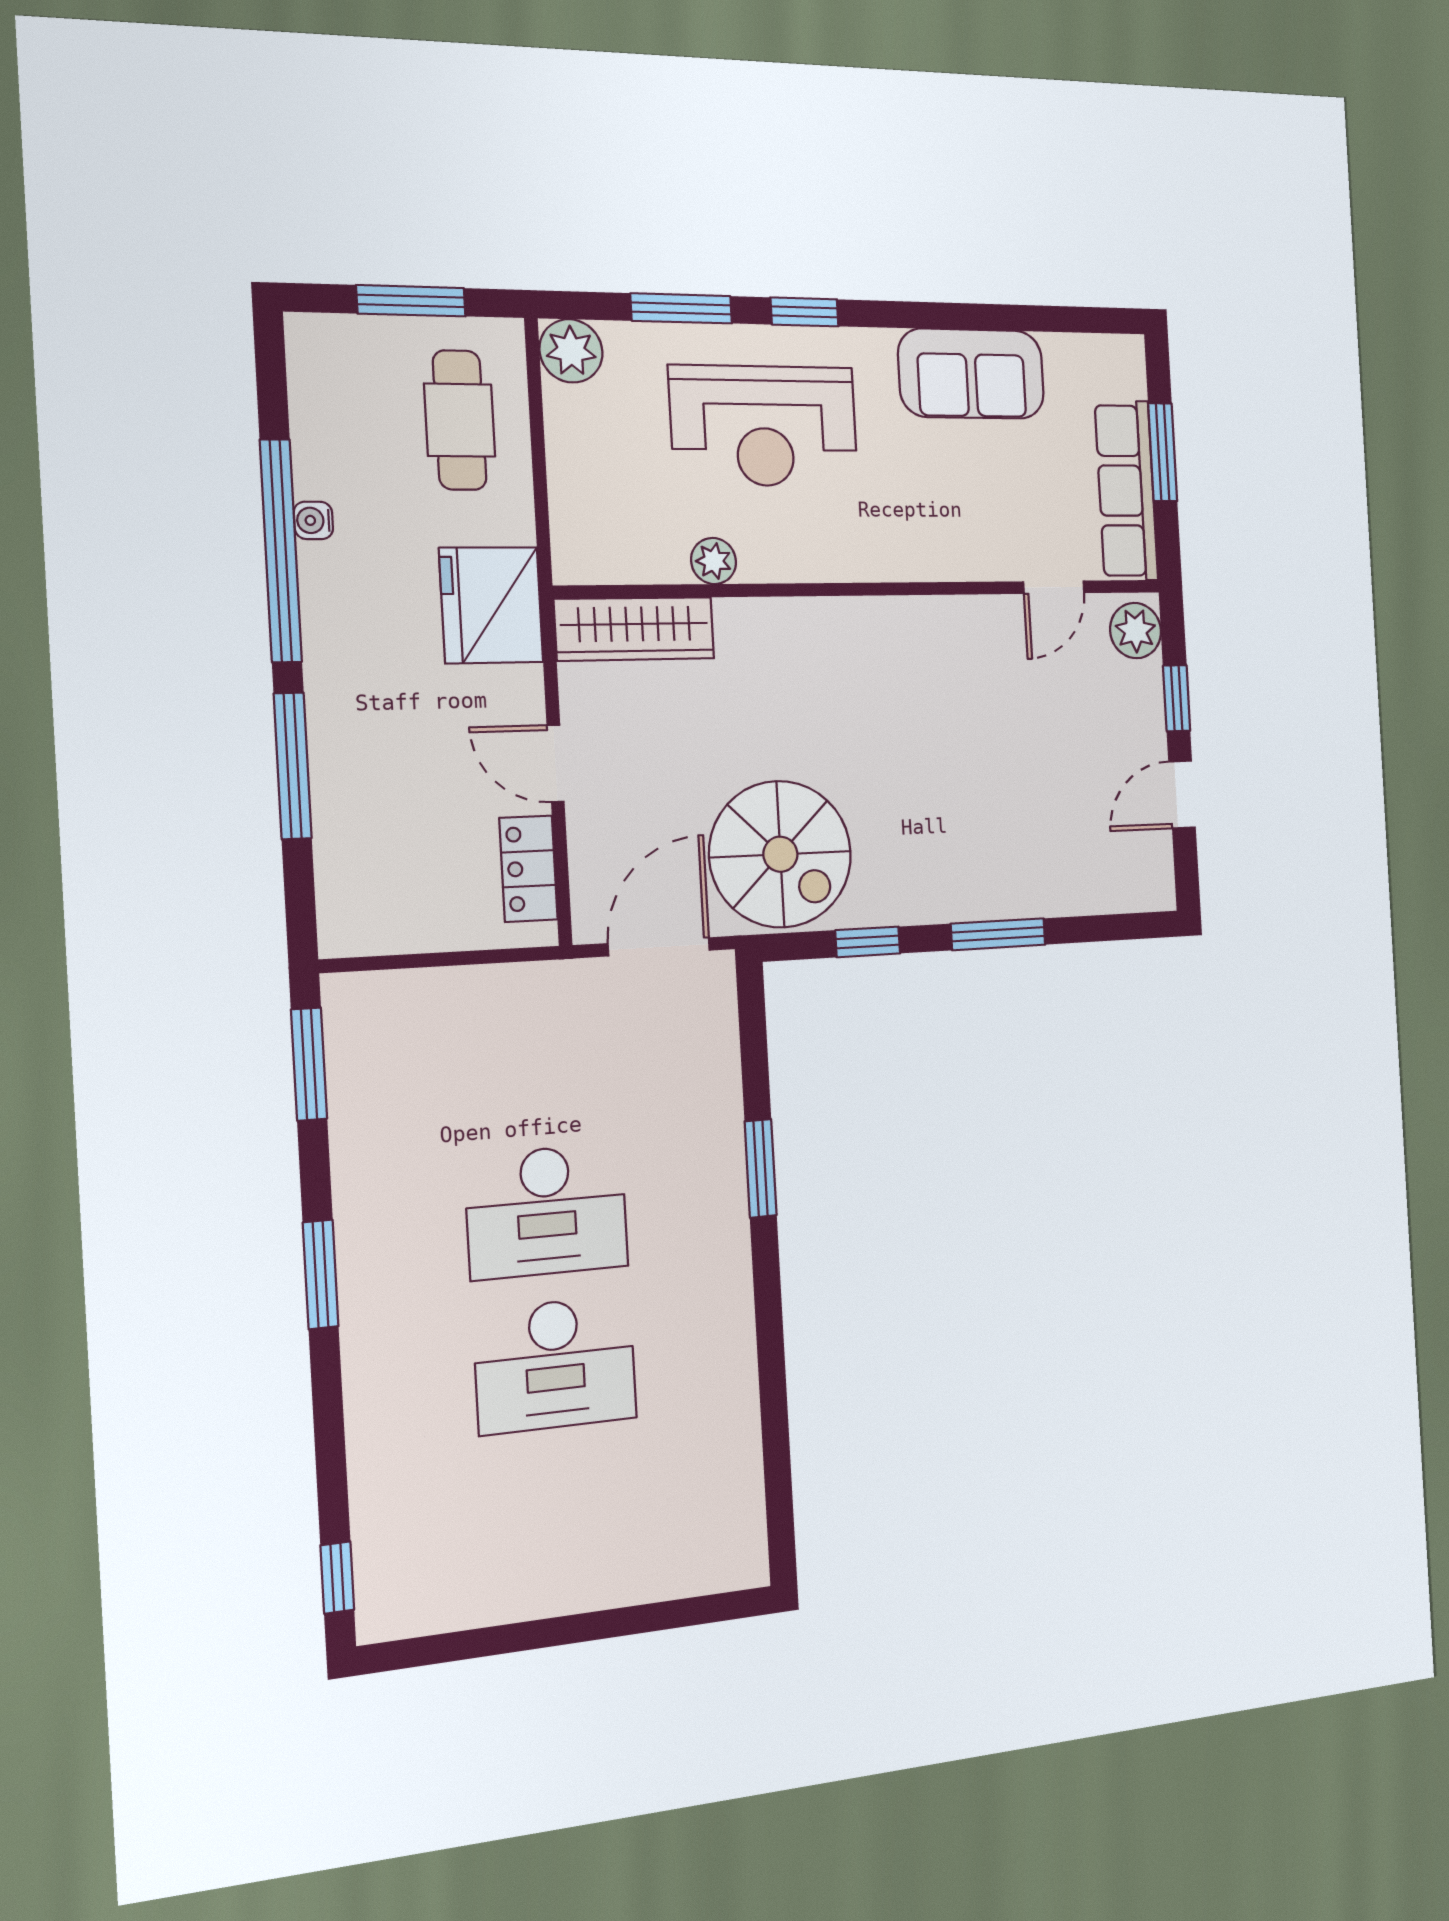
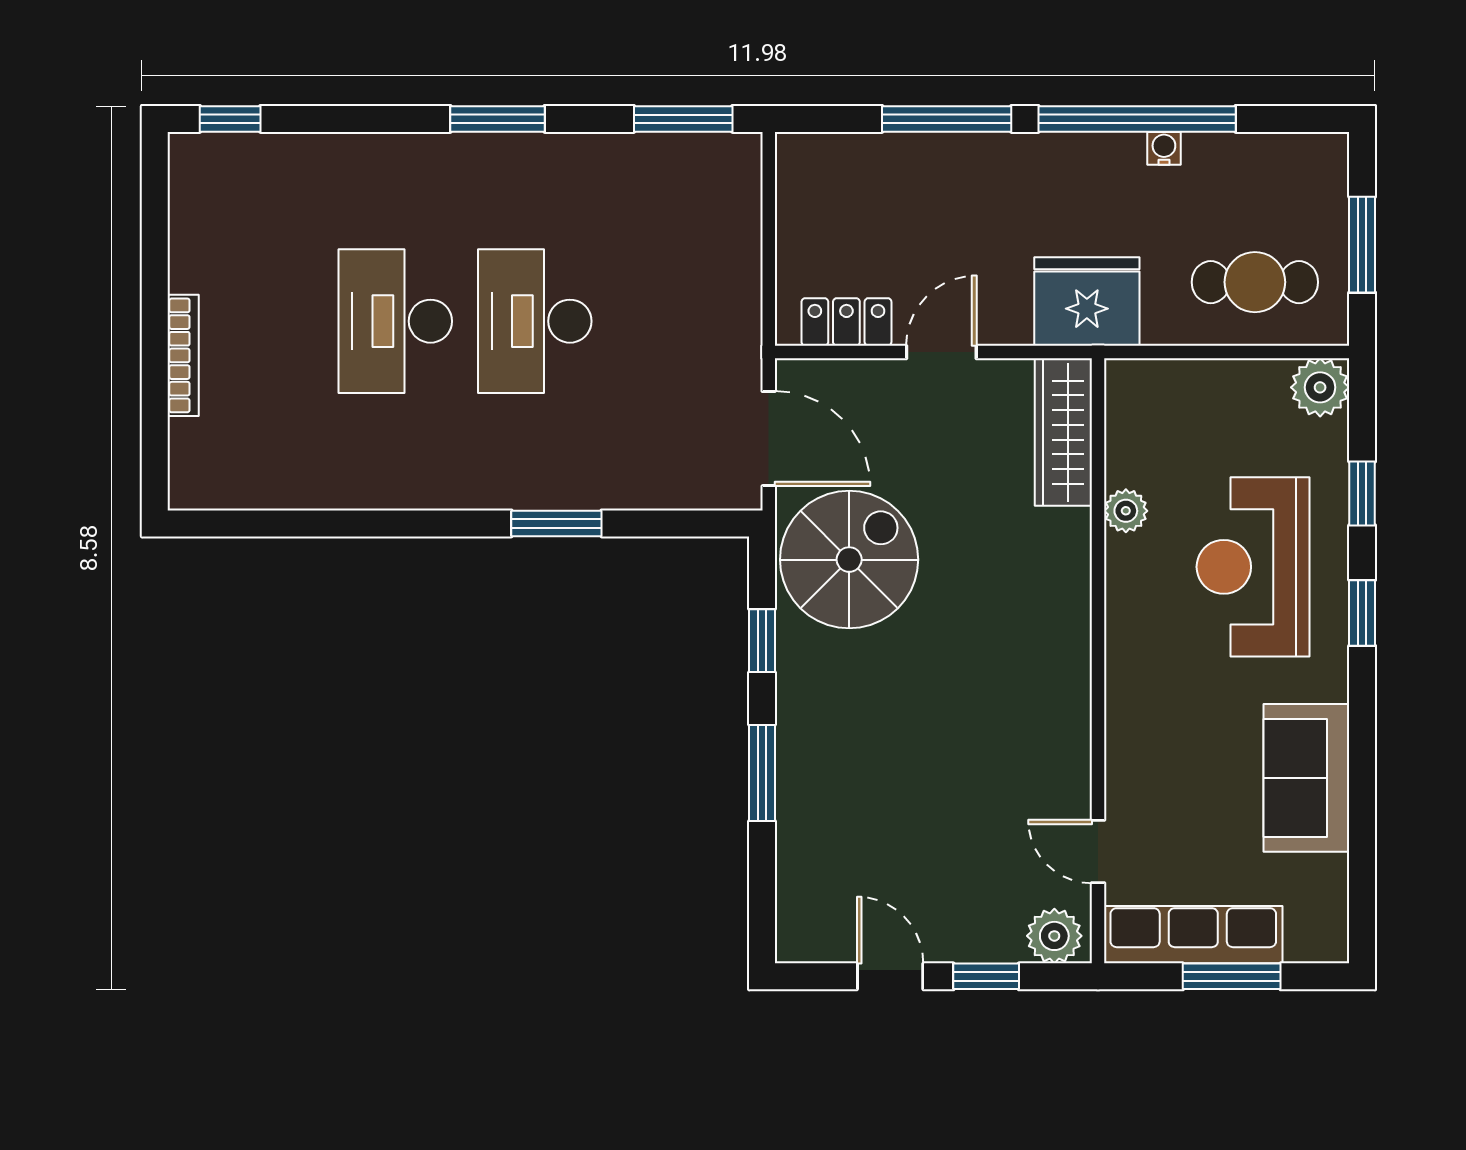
window: (681, 308) -> (1362, 493), width x0.67
spiral stairs: (780, 854) -> (849, 560), turned 180
bookcase: (605, 1593) -> (183, 355), added

